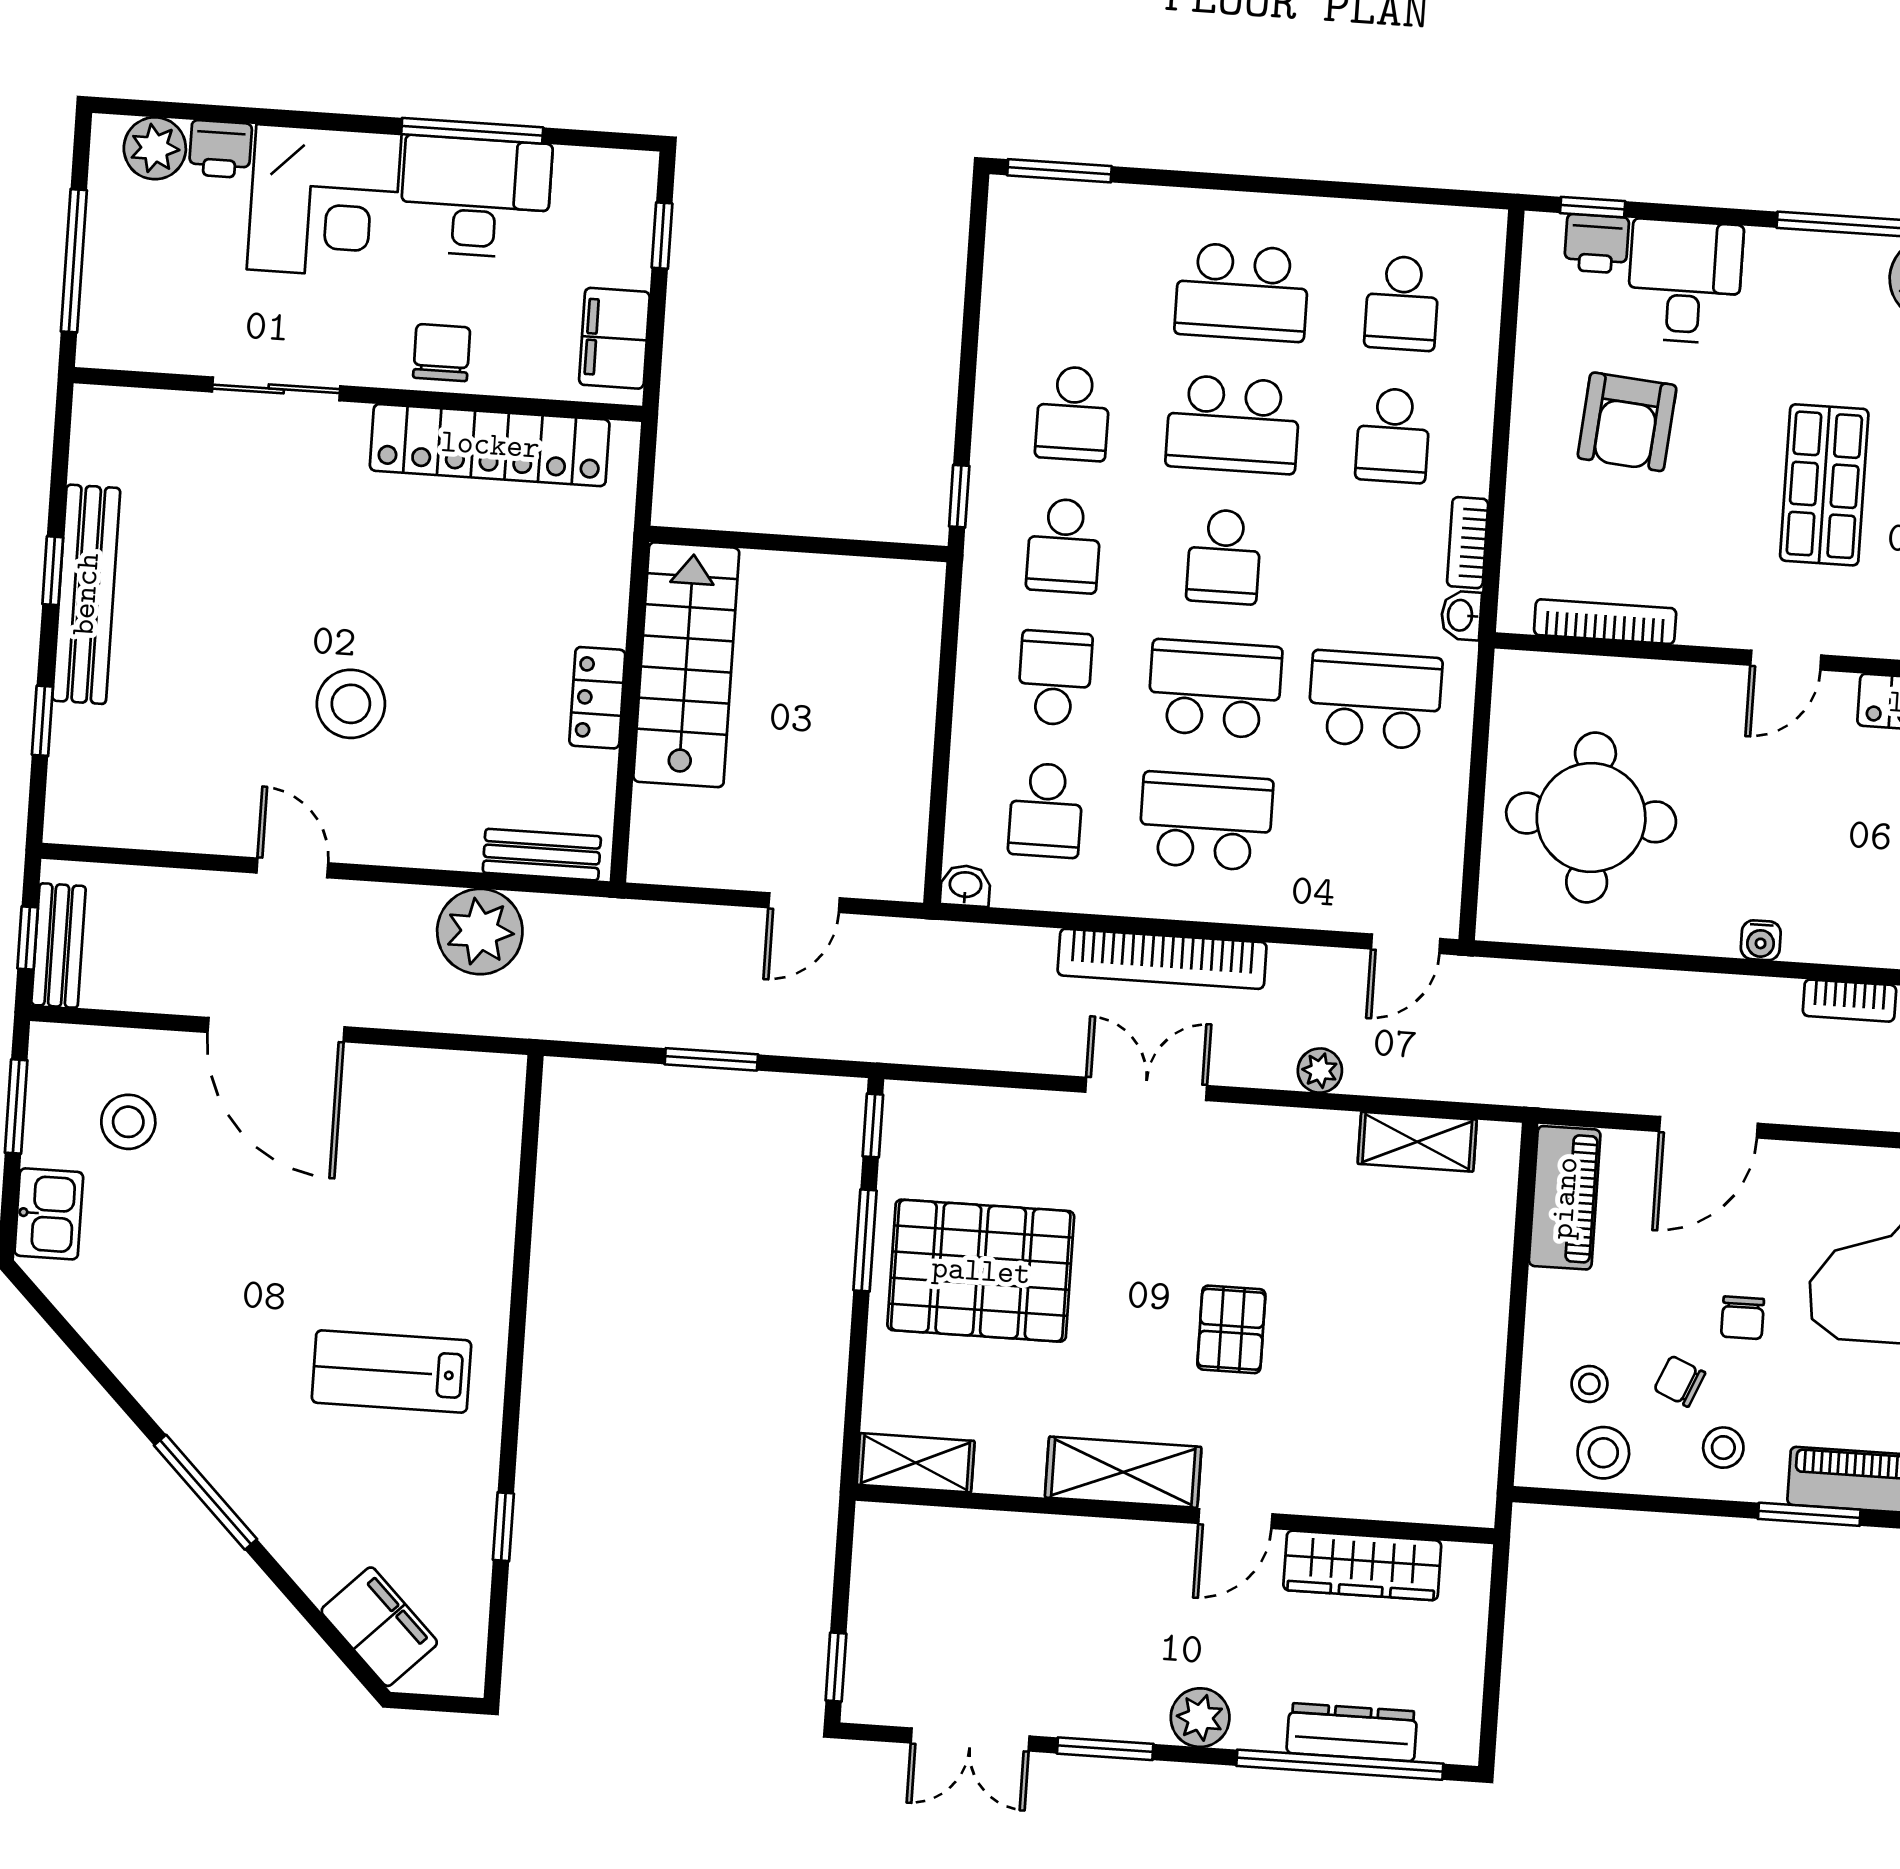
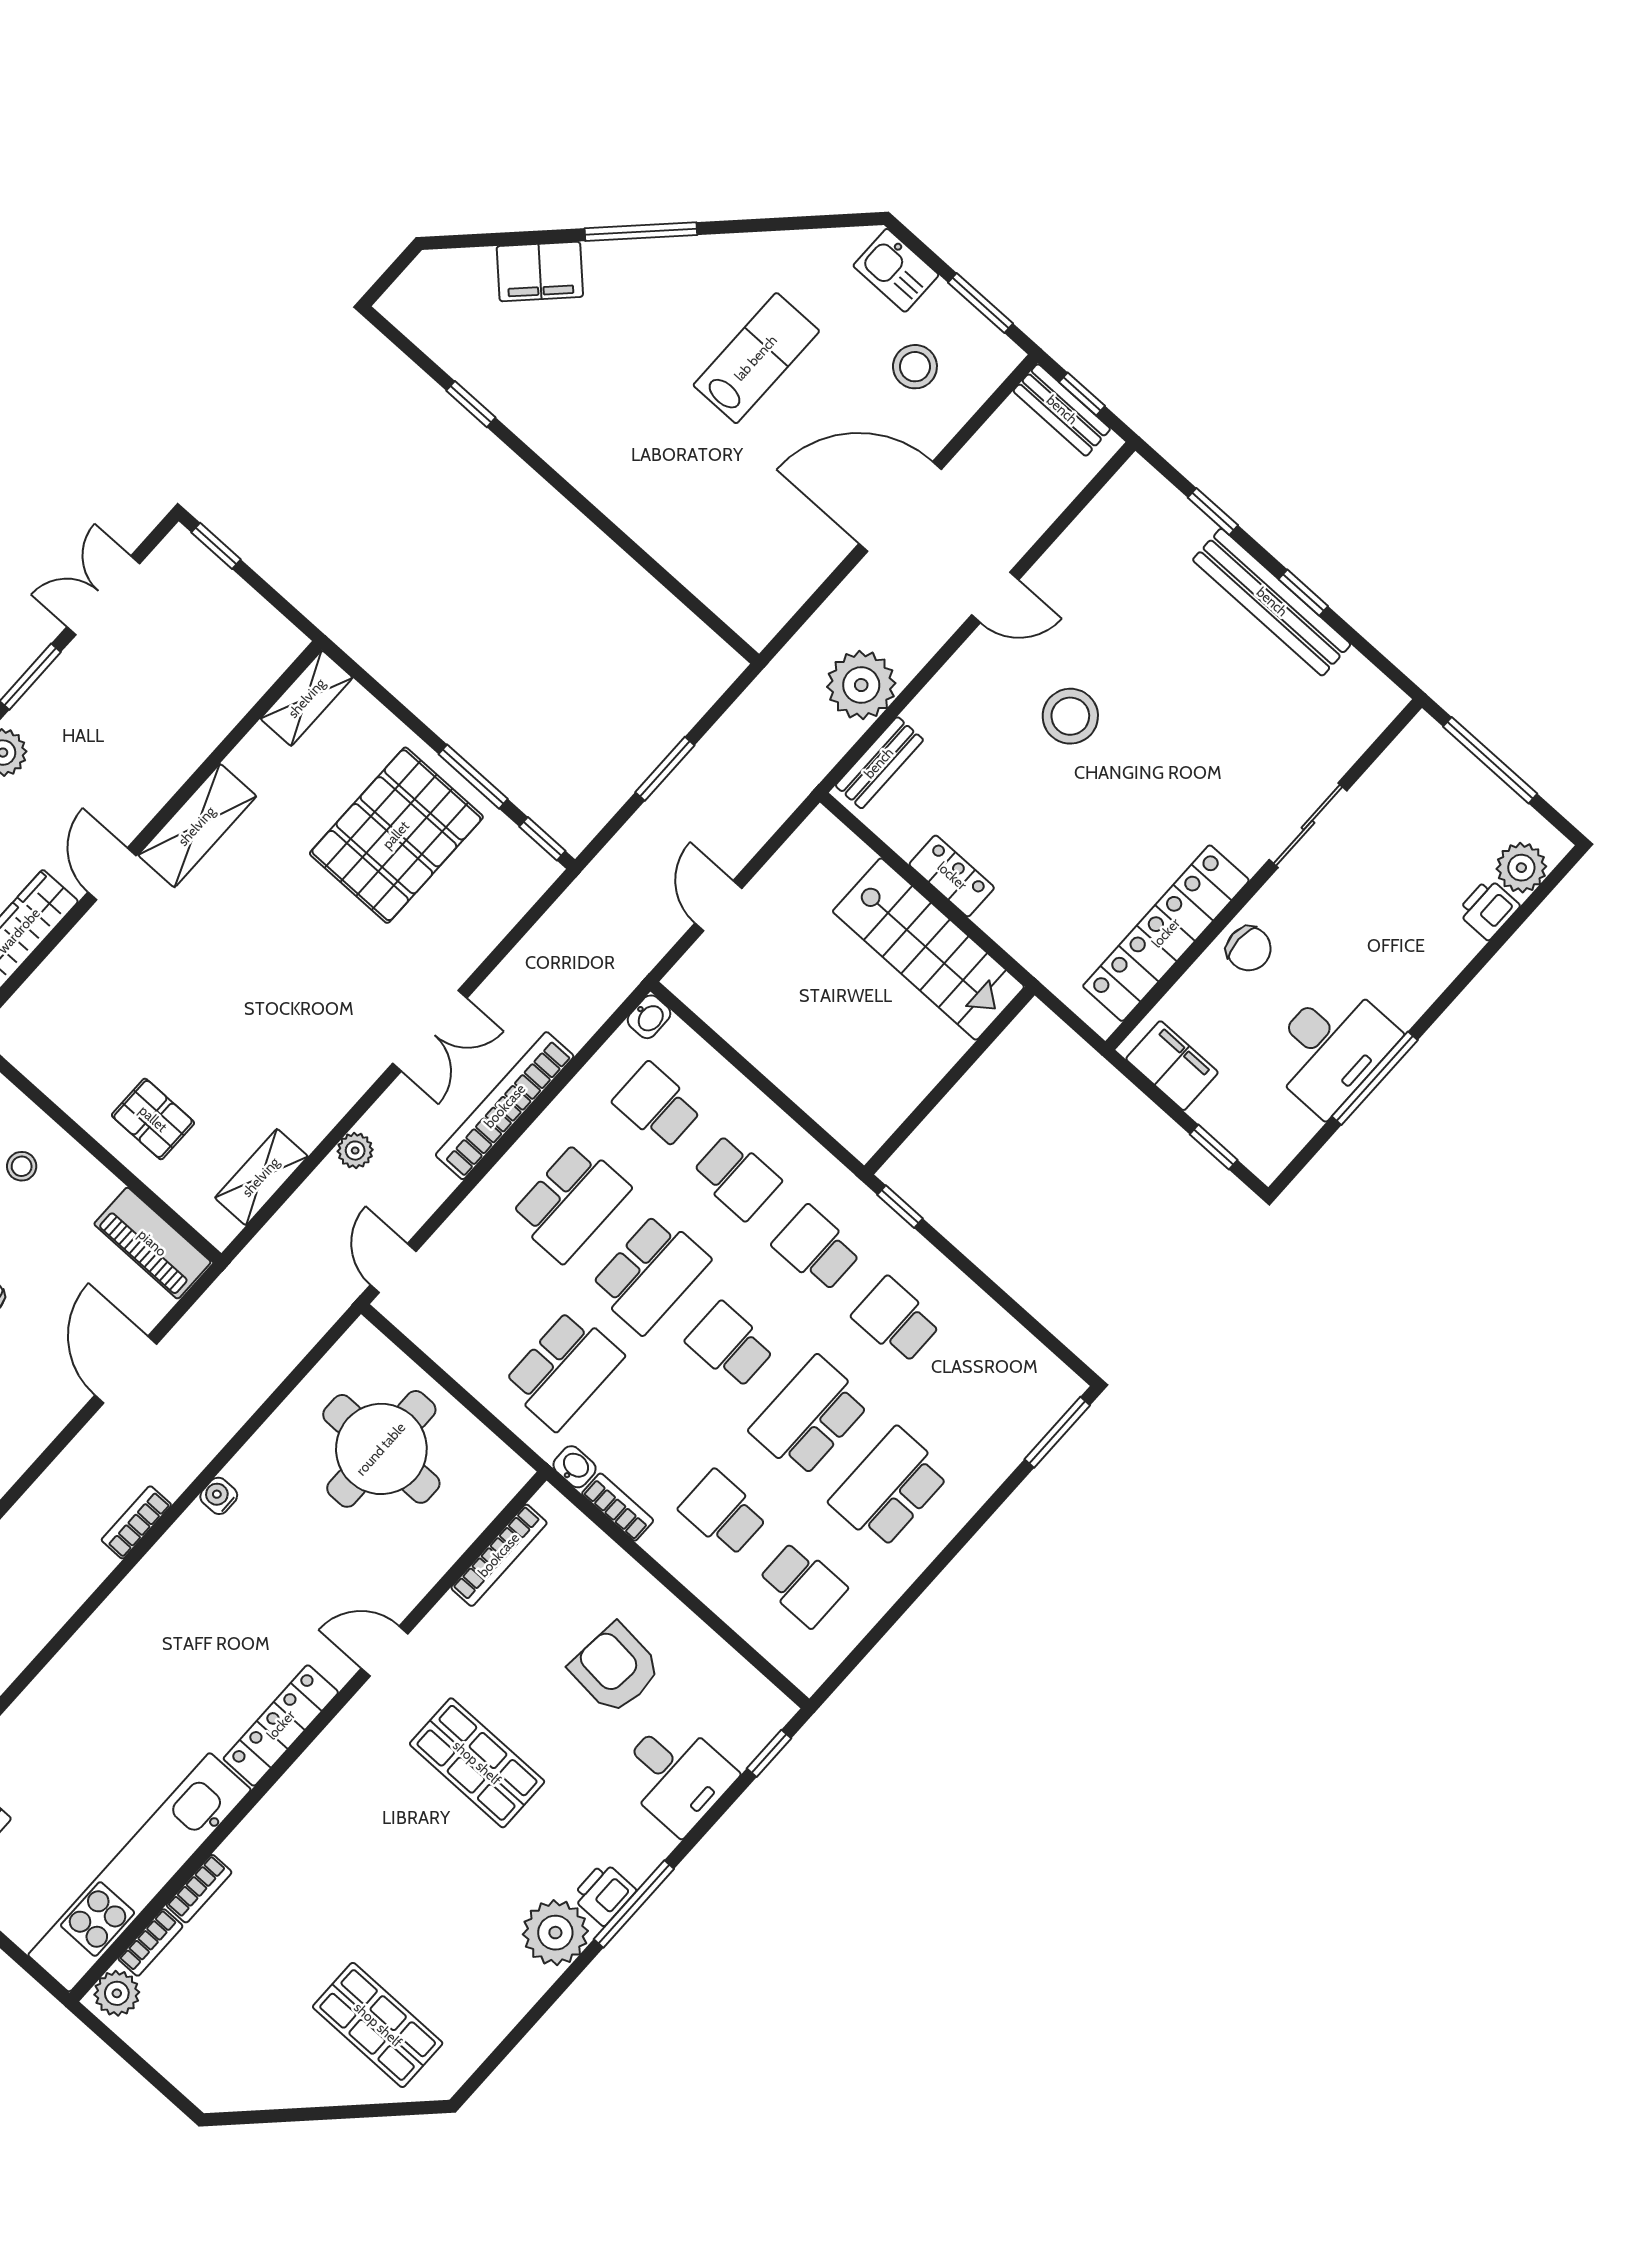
corner desk: (324, 202) -> (1403, 949), removed
printer: (1596, 244) -> (604, 1894), moved
school desk: (1402, 303) -> (803, 1584), turned 180
door: (1786, 660) -> (385, 1651), hinge flipped
pallet: (1231, 1329) -> (153, 1119), moved
lab bench: (391, 1371) -> (756, 358), moved
filing cabinet: (379, 1627) -> (540, 271), moved

